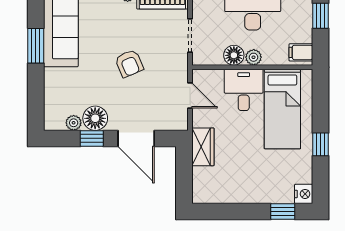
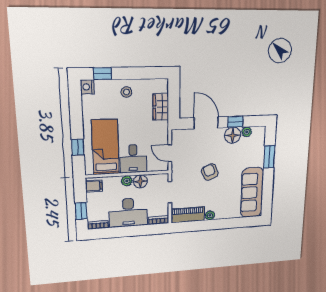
window: (36, 46) -> (269, 157), moved
window: (320, 144) -> (78, 147), moved
wardrobe: (203, 147) -> (161, 107), moved
stool: (251, 186) -> (126, 92), added

